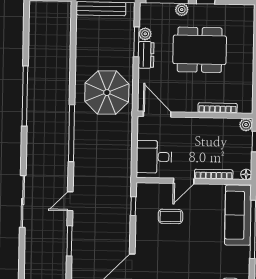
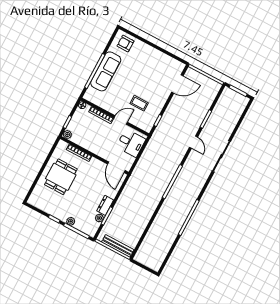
dining table: (200, 50) -> (61, 177), moved, width x0.73
parasol: (107, 93) -> (139, 195), removed
door: (70, 201) -> (193, 142), hinge flipped
sofa: (238, 215) -> (106, 71), moved

